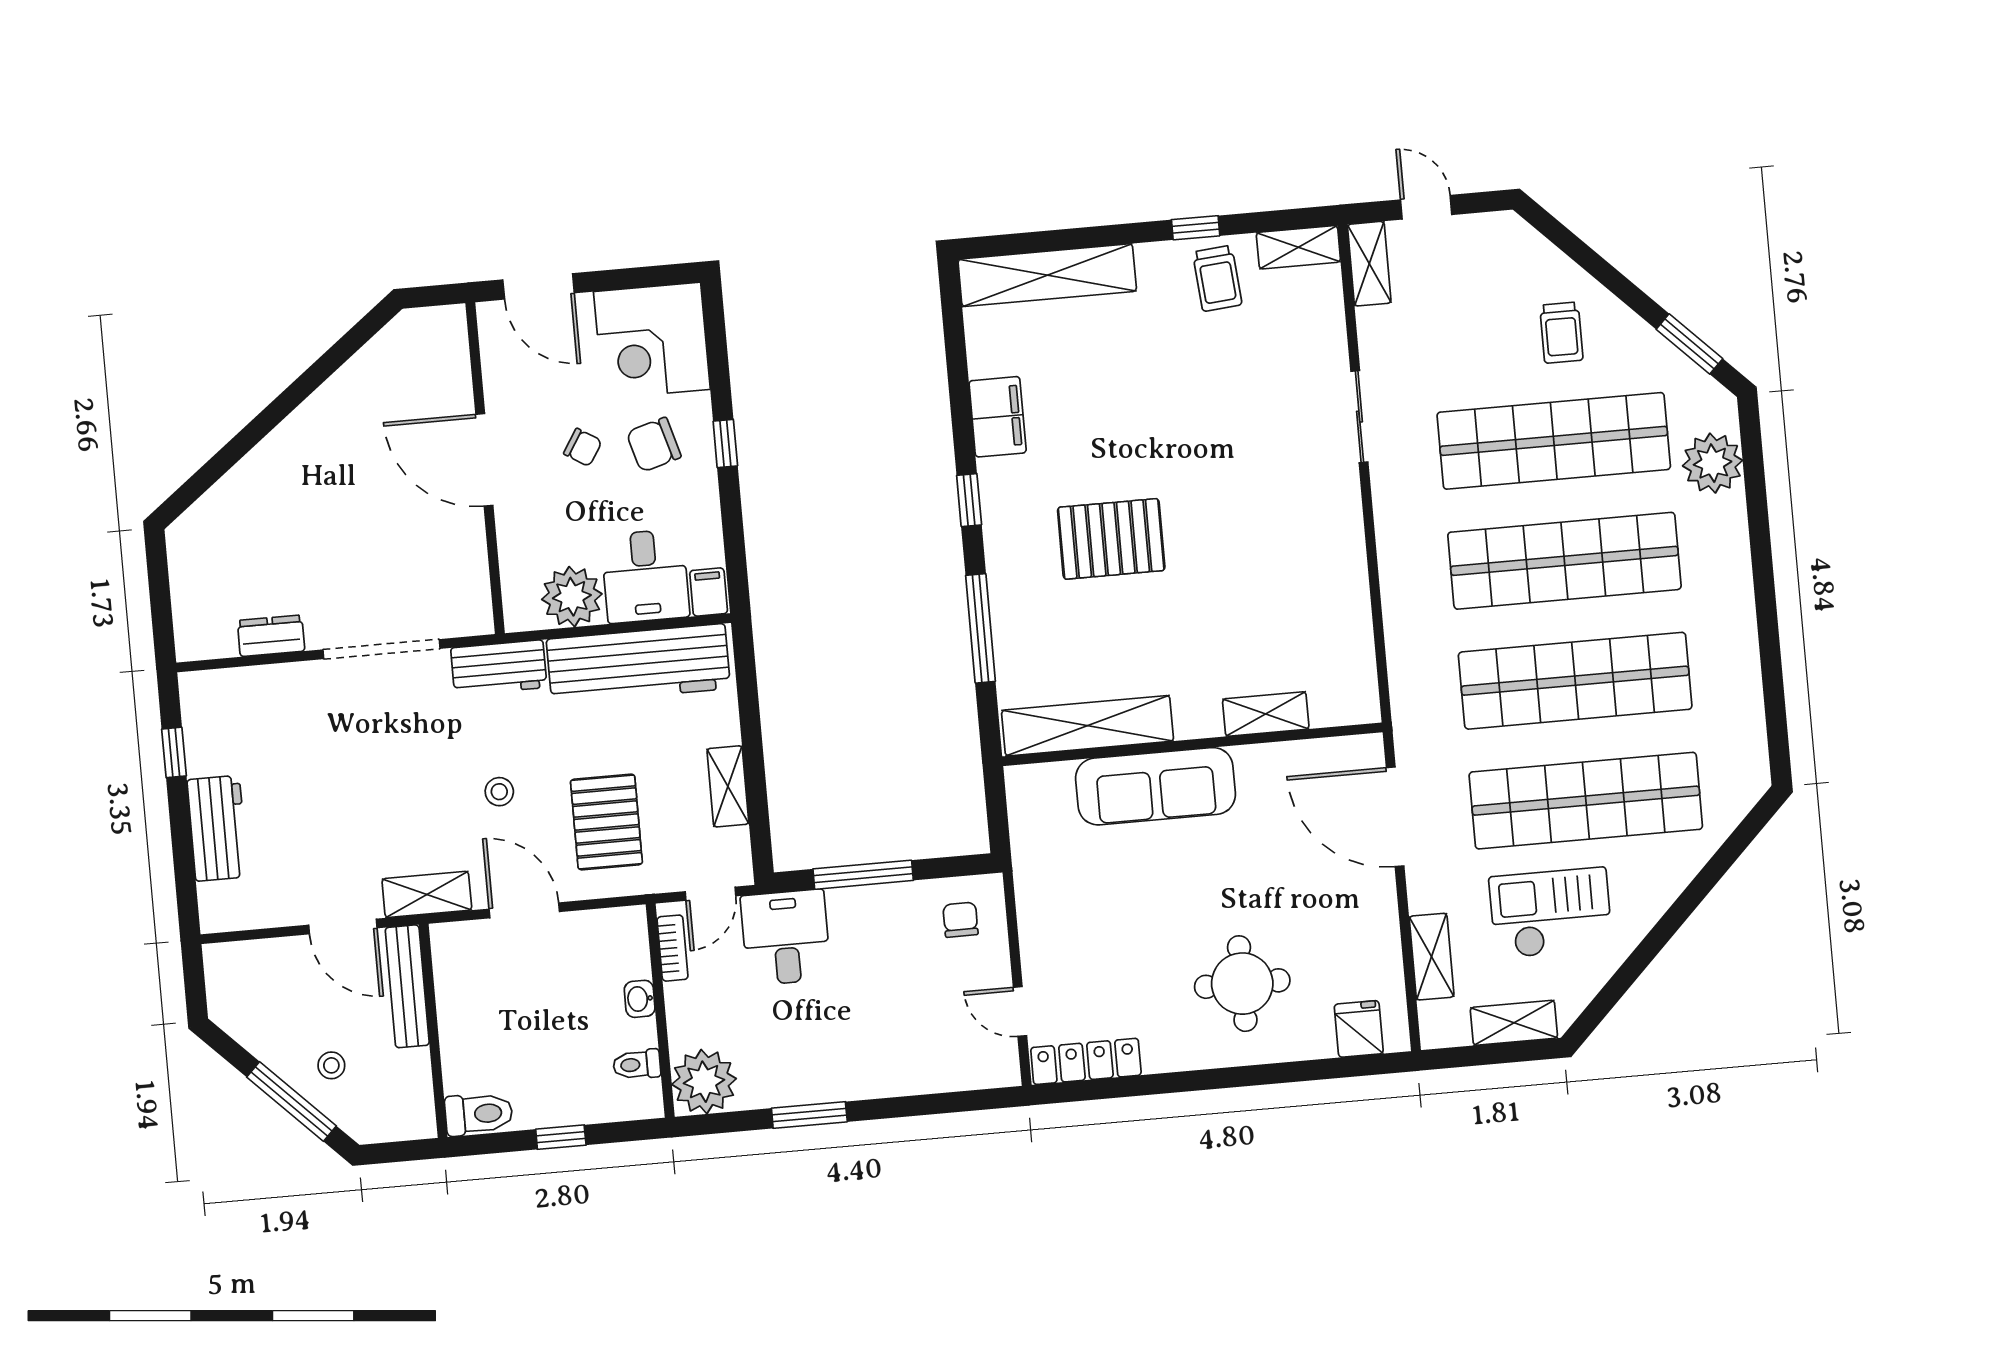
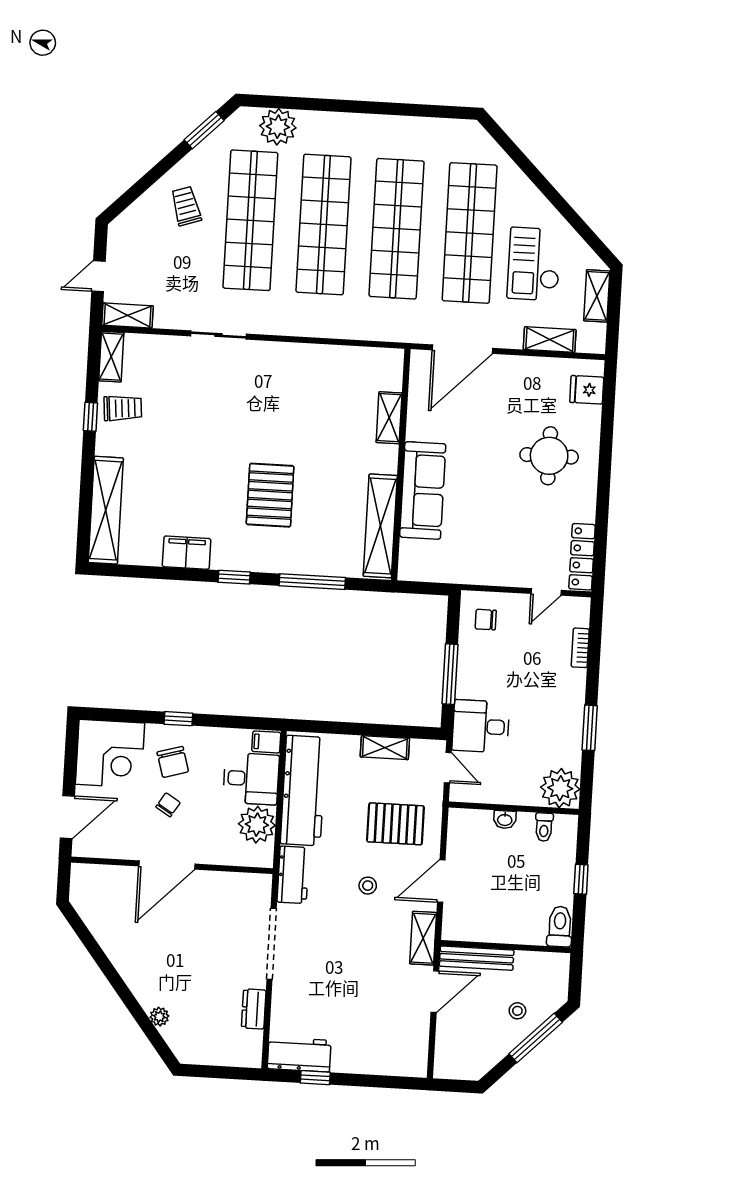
trolley: (1561, 333) -> (186, 206), turned -108
plant: (236, 484) -> (159, 1017), added
workbench: (218, 828) -> (299, 1054), moved
bookcase: (673, 948) -> (580, 648), moved, turned -90

